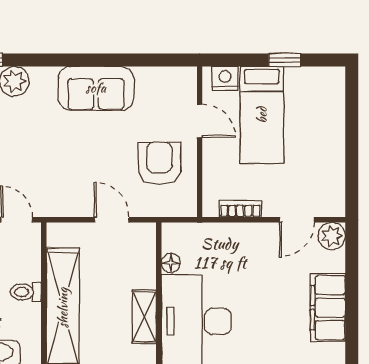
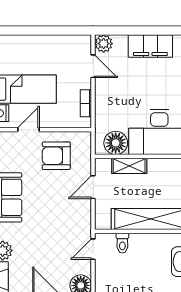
floor lamp: (171, 263) -> (116, 143), width x1.89, depth x1.89
toilet: (26, 292) -> (122, 243), moved
shelving: (144, 317) -> (129, 166), moved

